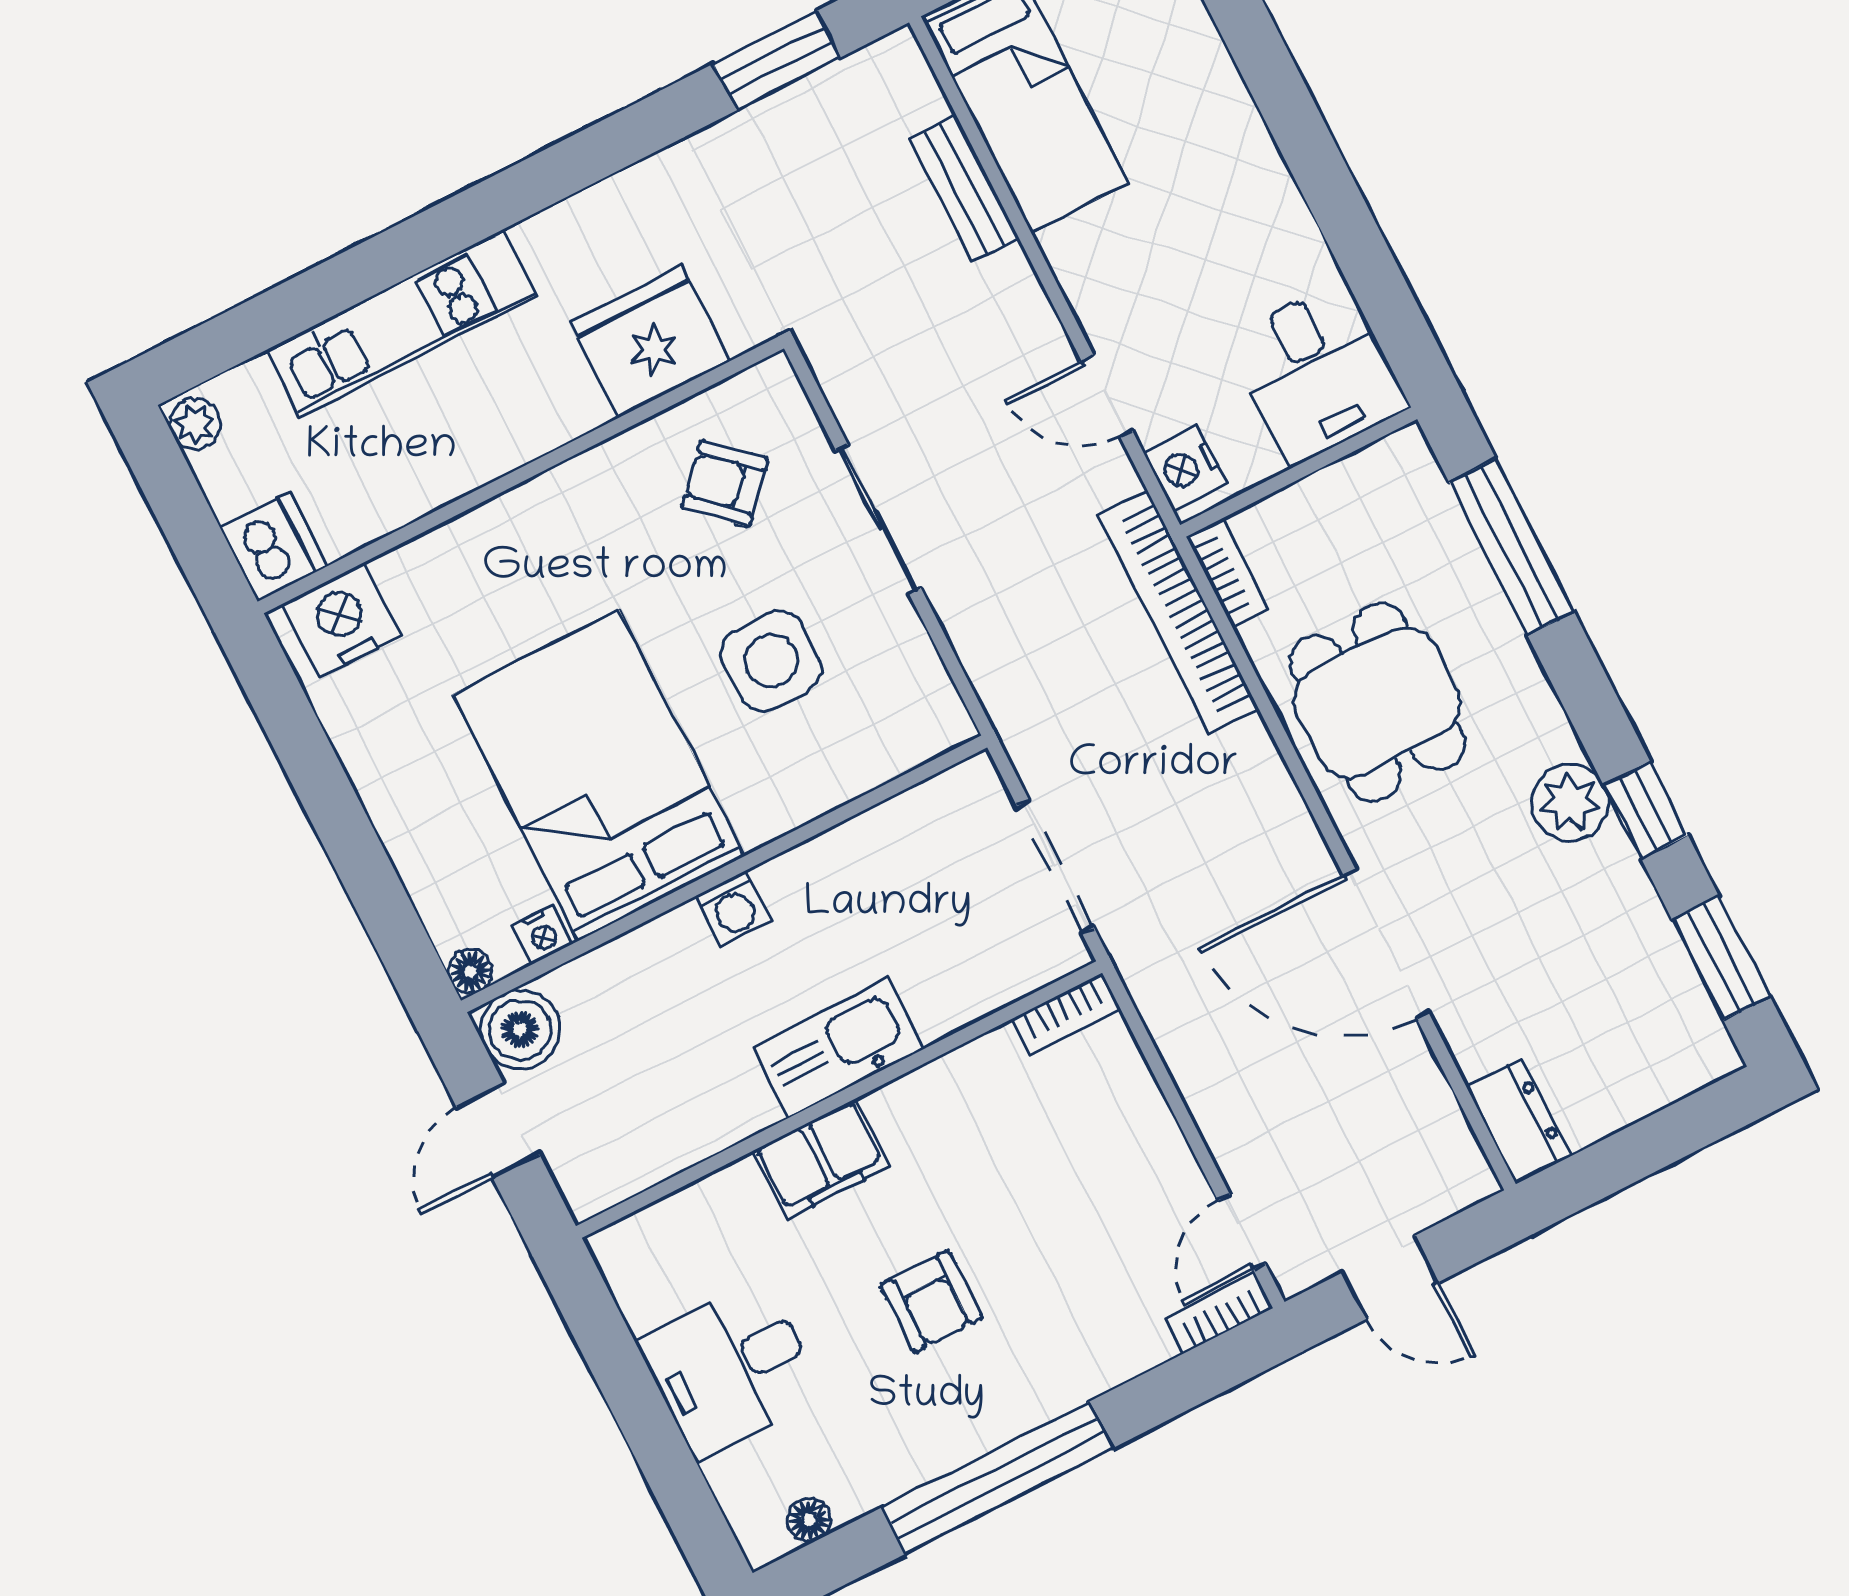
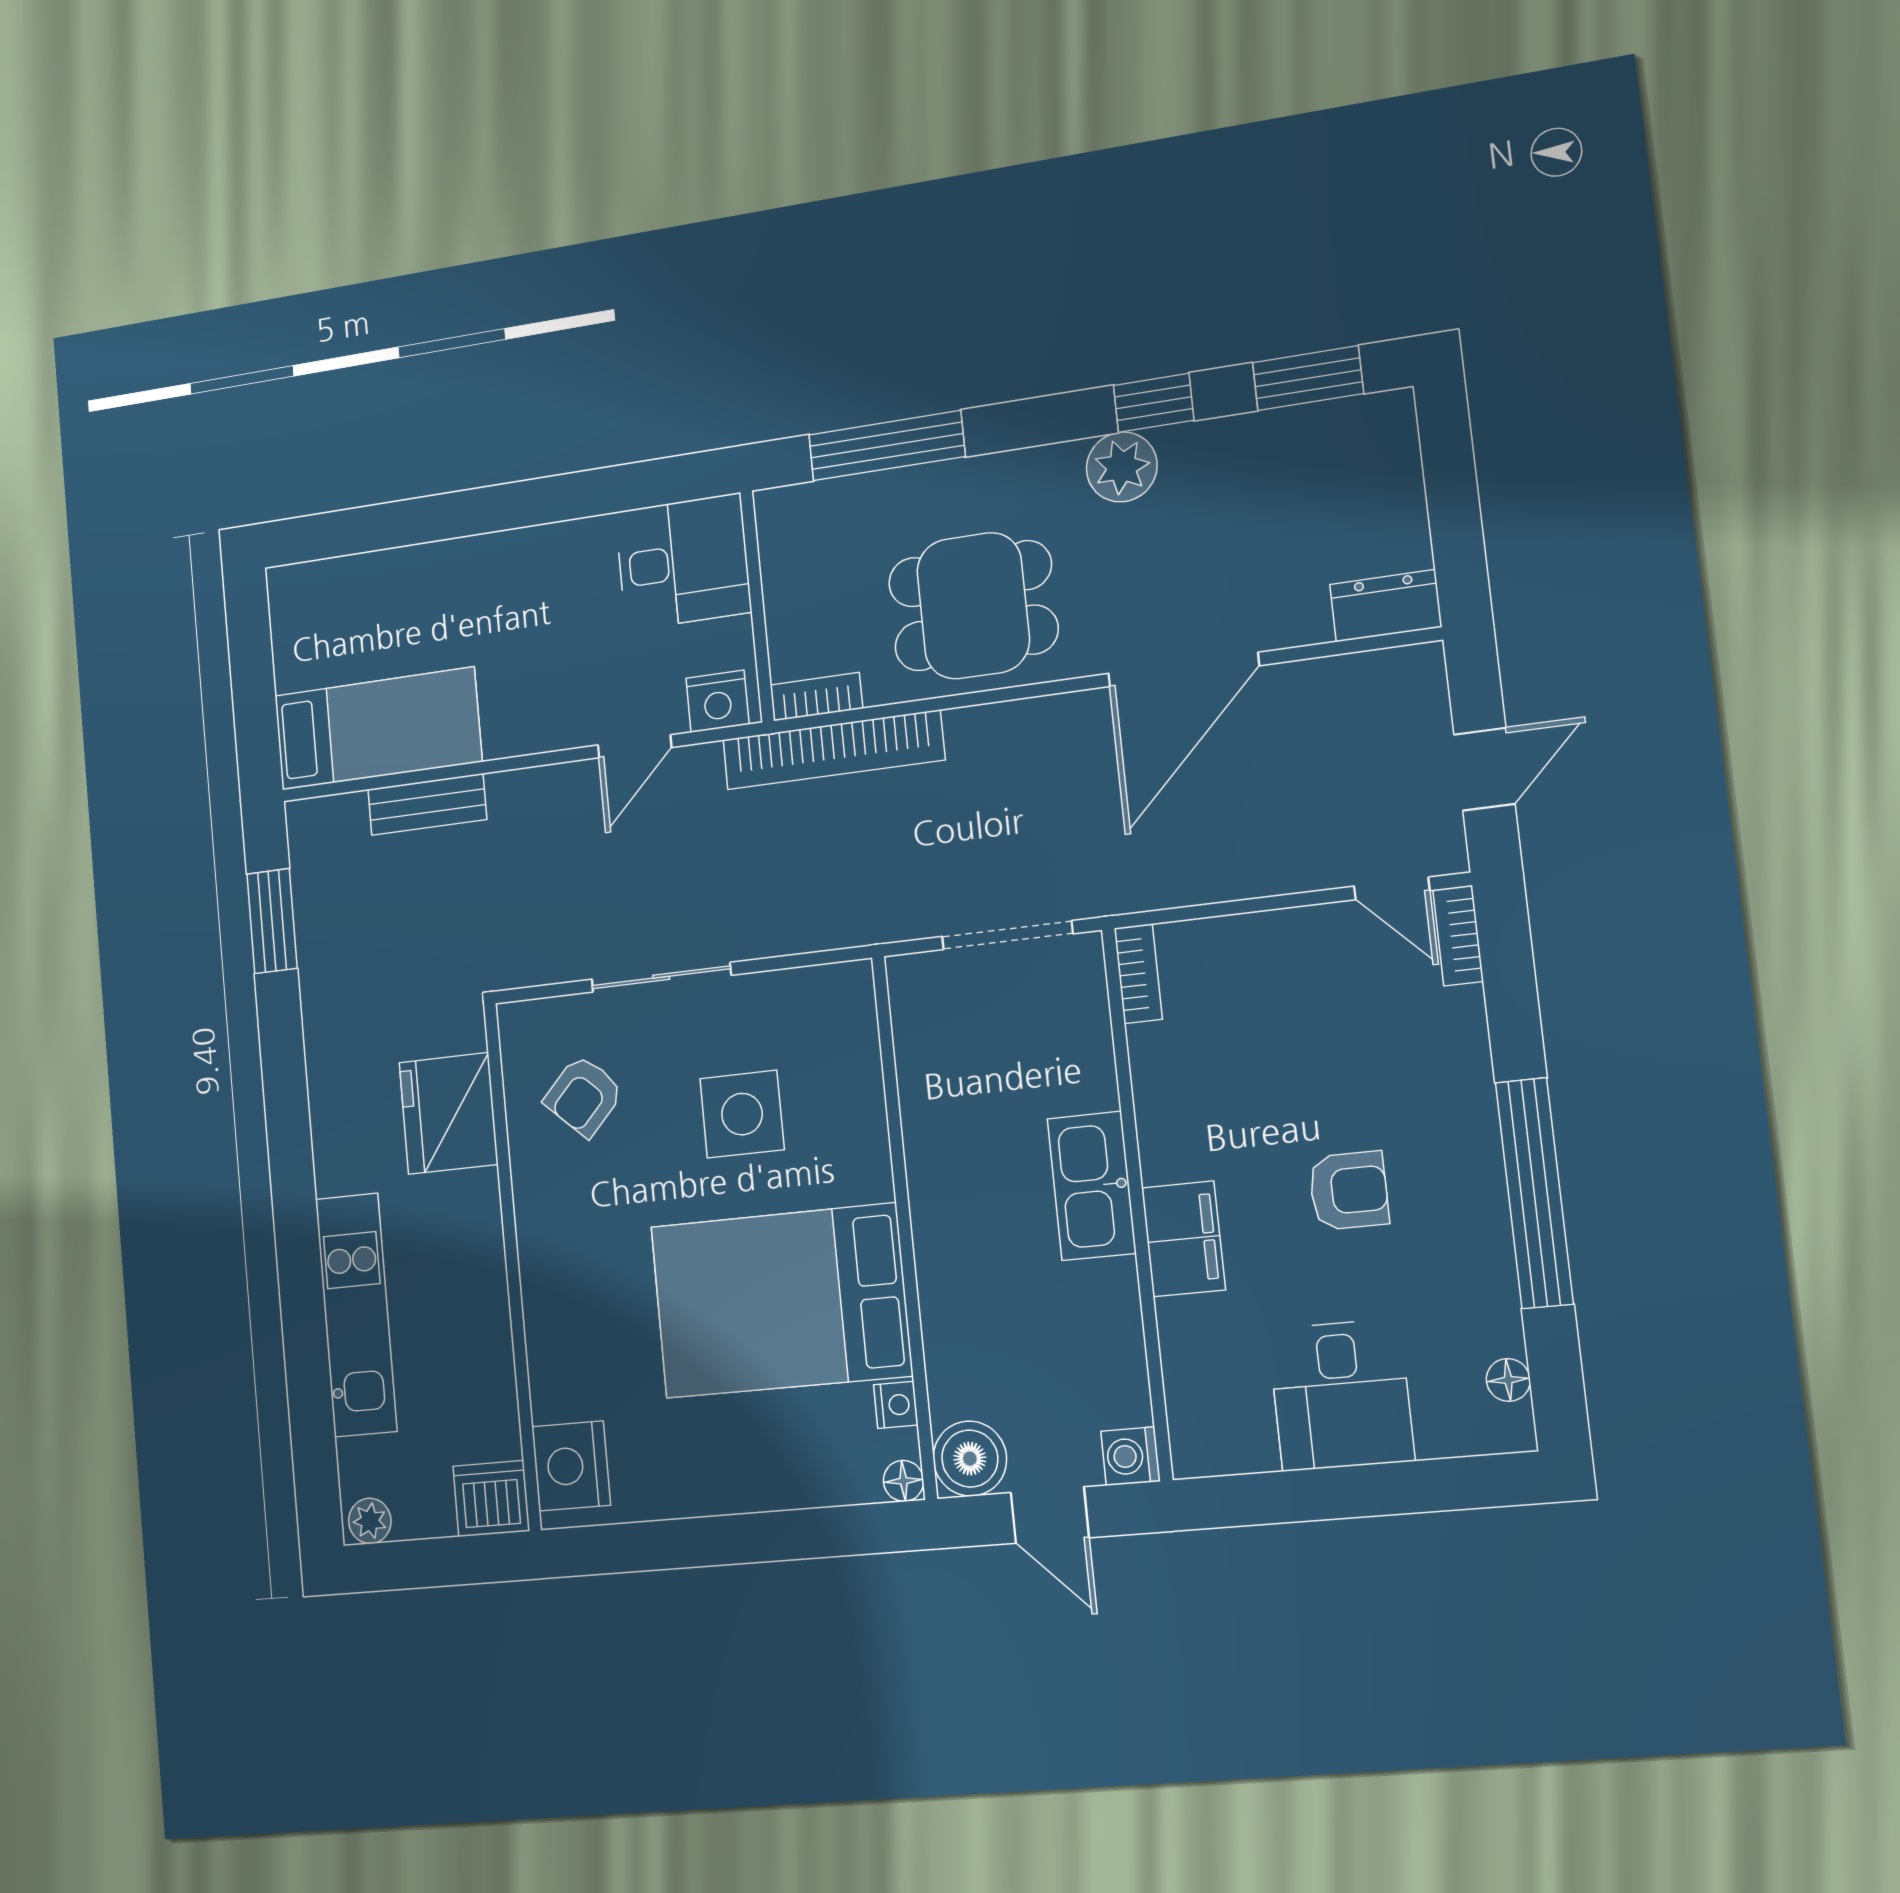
washing machine: (733, 909) -> (1130, 1456), moved, turned 180

